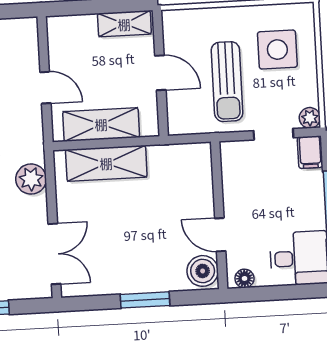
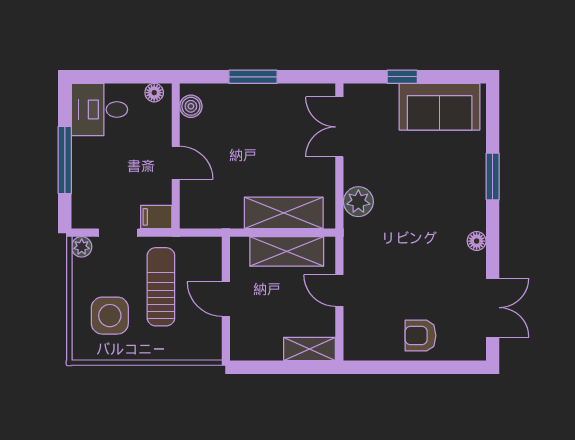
shelving: (124, 24) -> (310, 349), moved
filing cabinet: (310, 152) -> (156, 217), moved, turned -90
door: (220, 235) -> (176, 163), moved
boiler: (203, 271) -> (191, 106), width x0.73, depth x0.73

